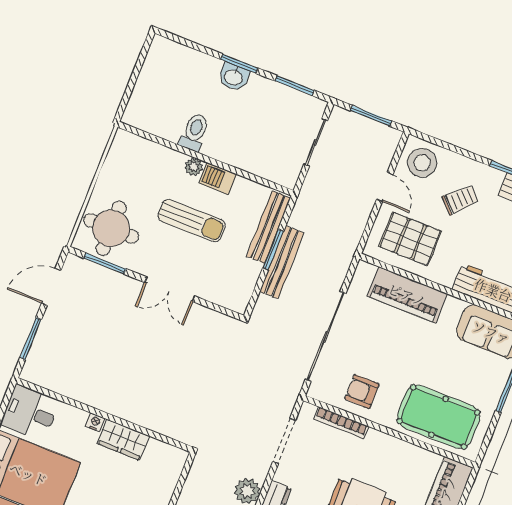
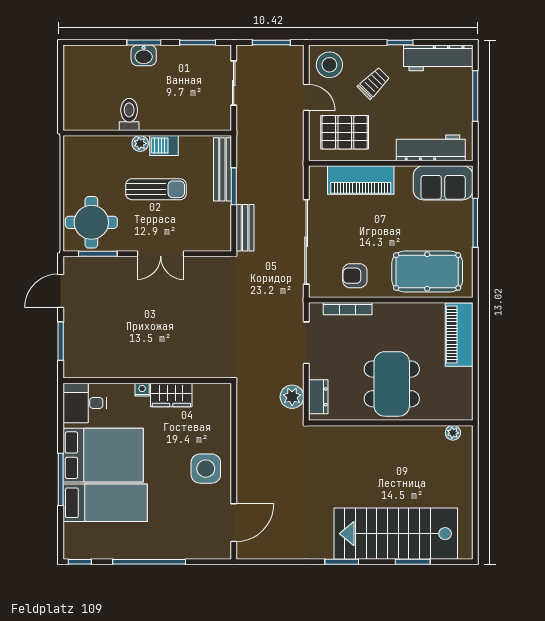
bench: (282, 262) -> (245, 228), moved, width x0.73

